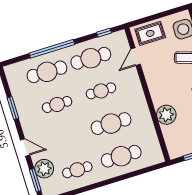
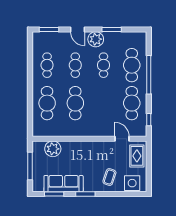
cafe table: (101, 91) -> (75, 65), moved
plant: (166, 115) -> (53, 149), moved
door: (25, 147) -> (77, 29), hinge flipped
plant: (44, 169) -> (96, 39), moved

